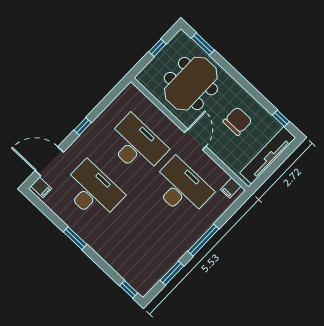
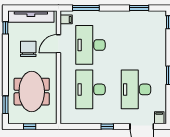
meeting table: (191, 84) -> (32, 92), turned 90
chair: (237, 121) -> (28, 49), turned 90
door: (195, 139) -> (58, 44), moved
window: (203, 240) -> (86, 8), moved

